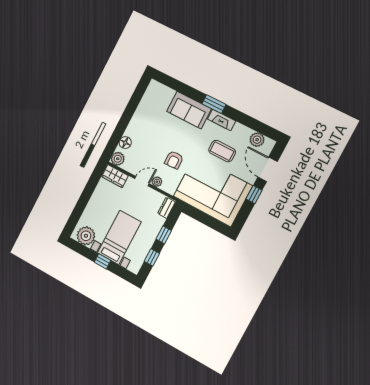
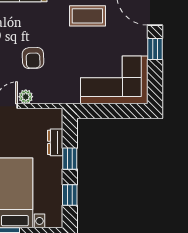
corner sofa: (213, 191) -> (114, 80), width x0.73, depth x0.74
dresser: (166, 208) -> (55, 142), moved

